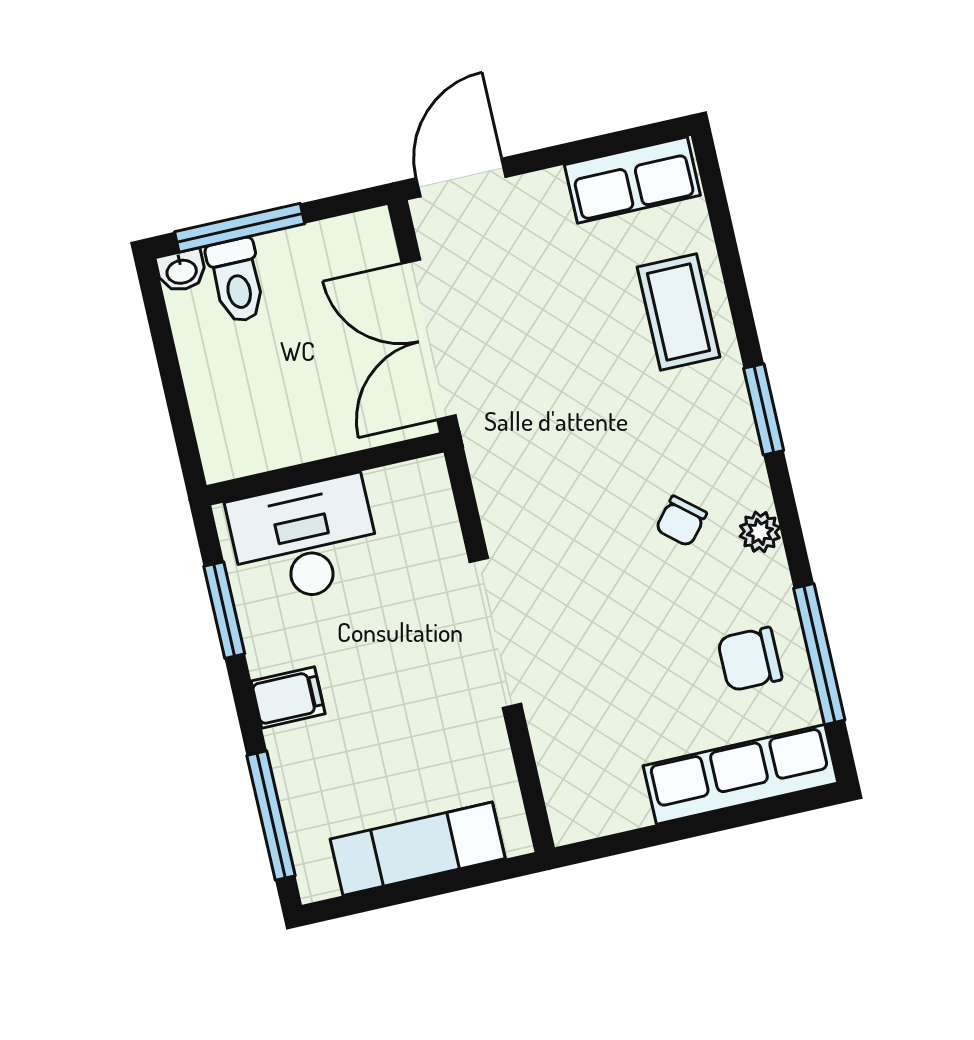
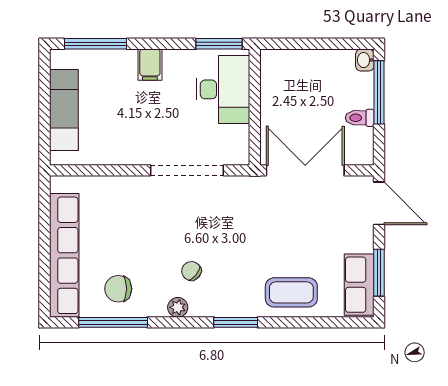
window: (599, 146) -> (379, 273), added
toilet: (237, 281) -> (360, 118), moved, width x0.73, depth x0.72
window: (224, 610) -> (219, 44), moved
doorway: (495, 633) -> (187, 170), moved
chair: (750, 659) -> (118, 289), turned -90
row of seats: (741, 774) -> (64, 255), width x1.36

